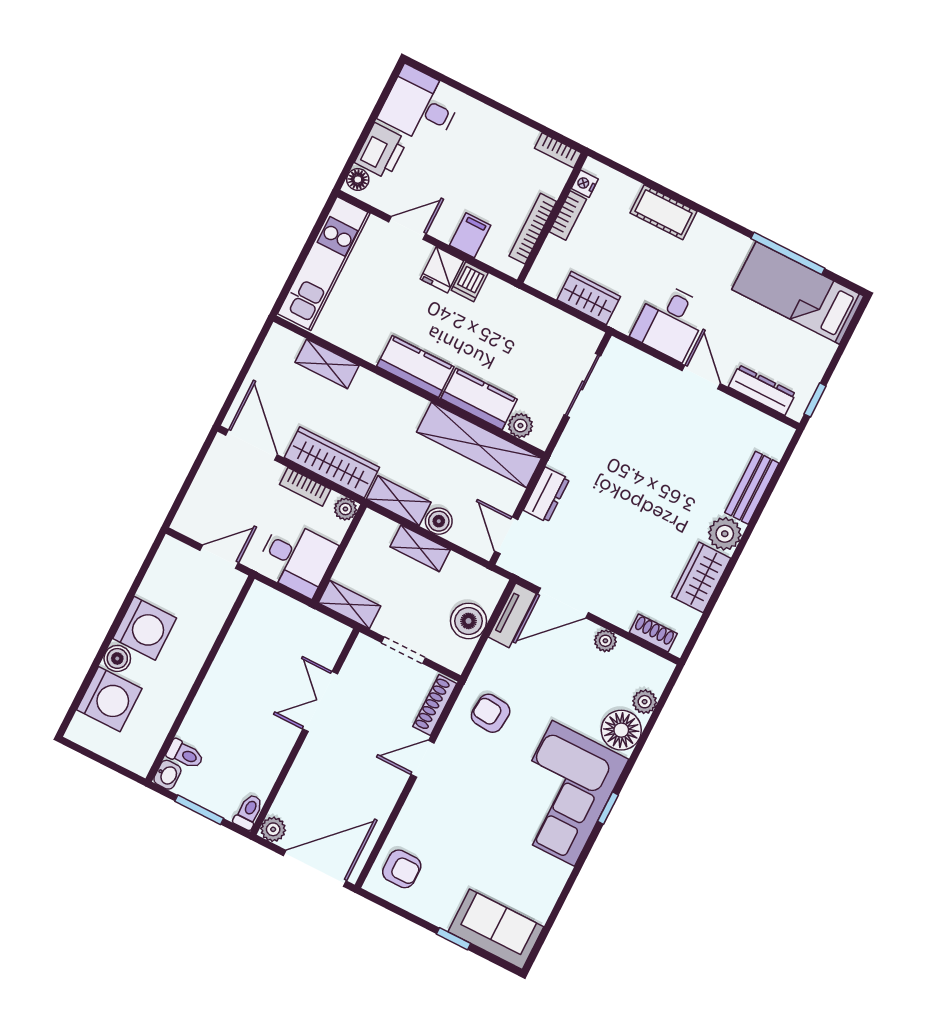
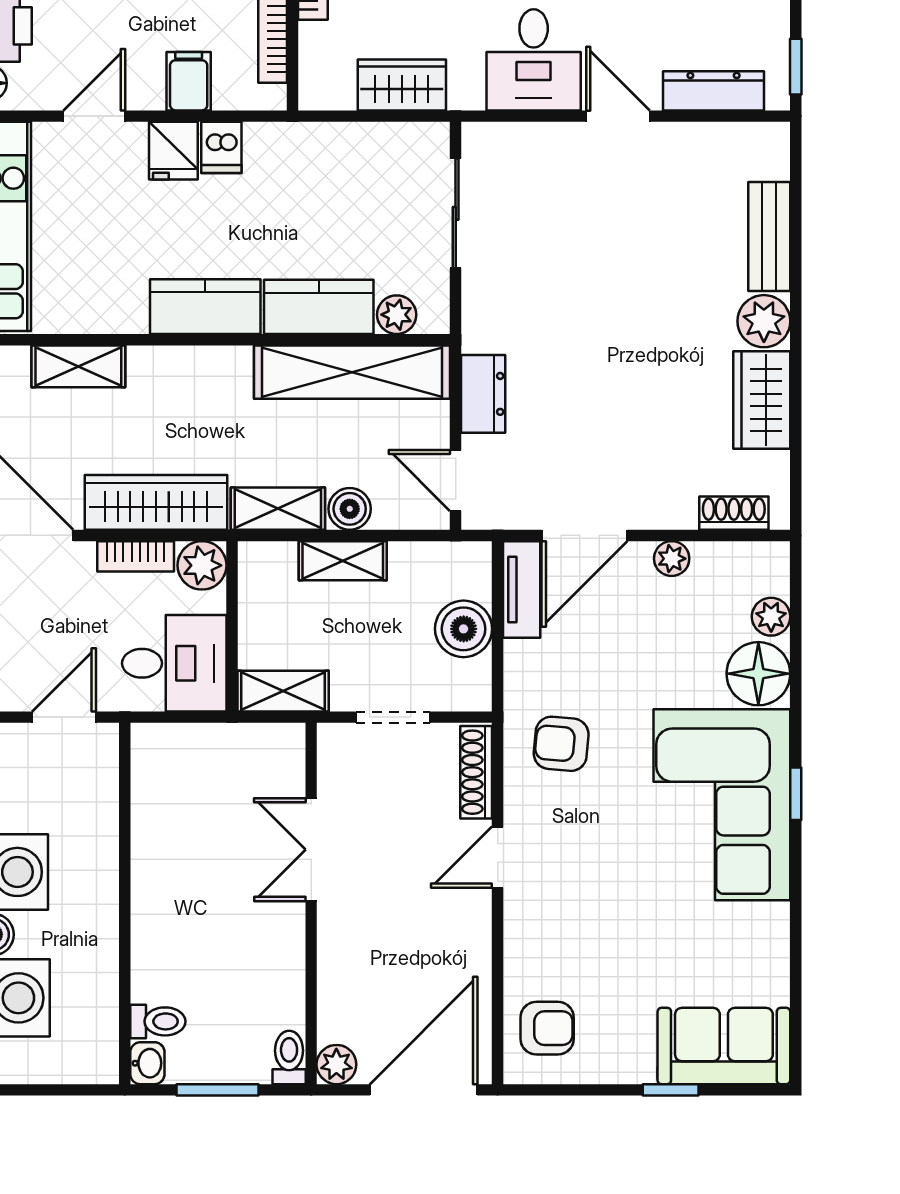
plant: (345, 509) -> (202, 565), width x1.38, depth x1.38

